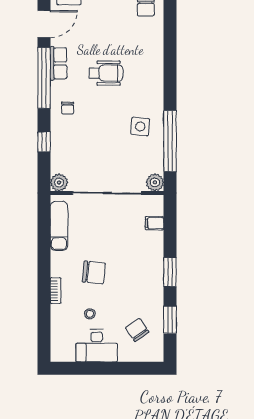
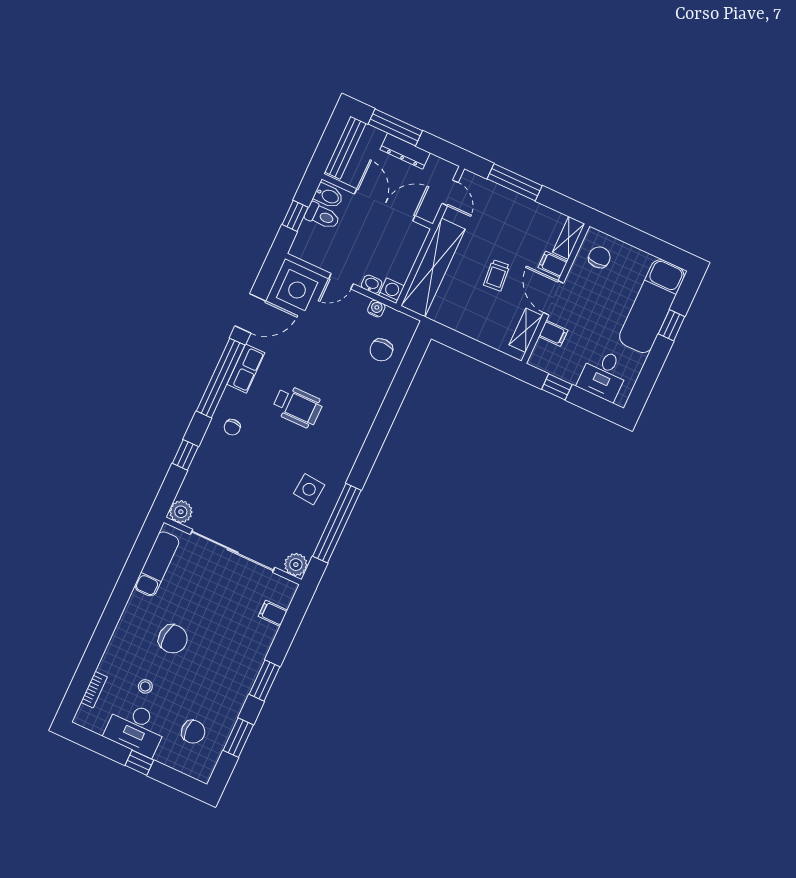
bookcase: (56, 291) -> (94, 690), moved
chair: (137, 330) -> (193, 732), turned 125
window: (110, 368) -> (139, 763), added

